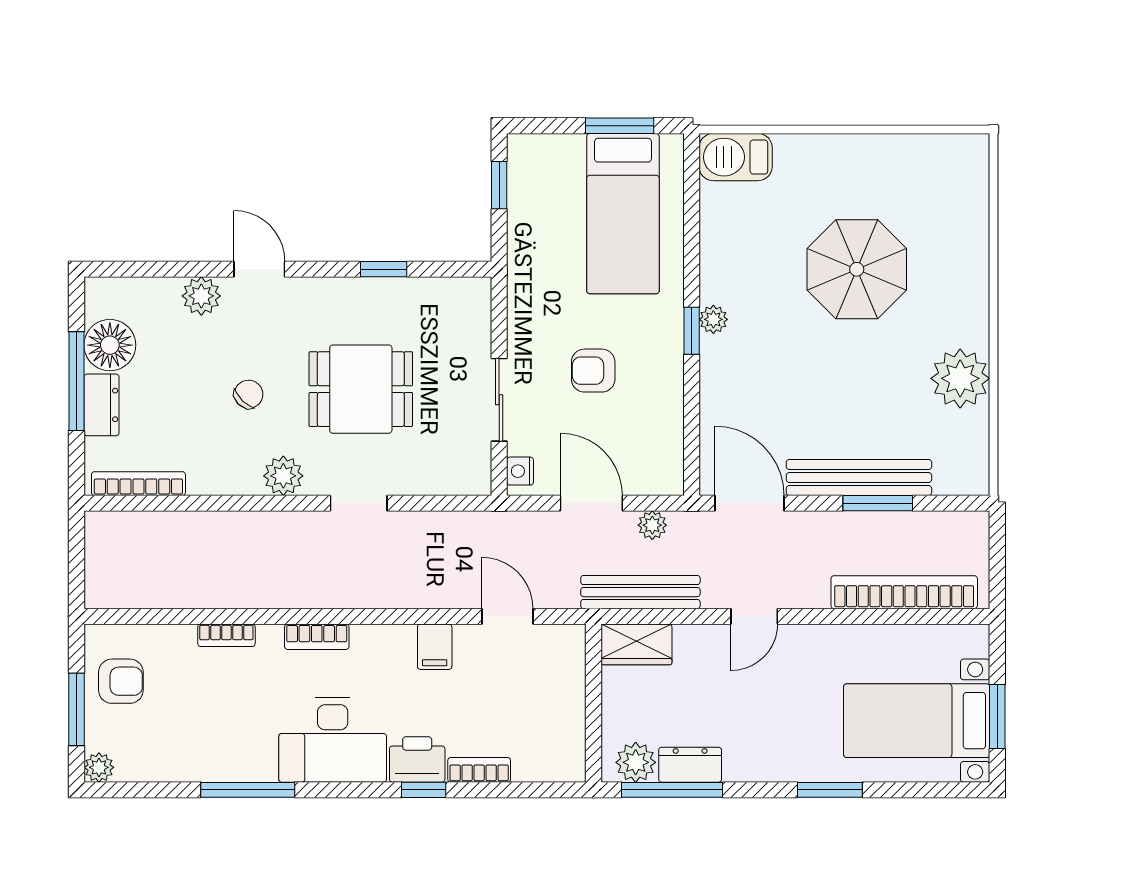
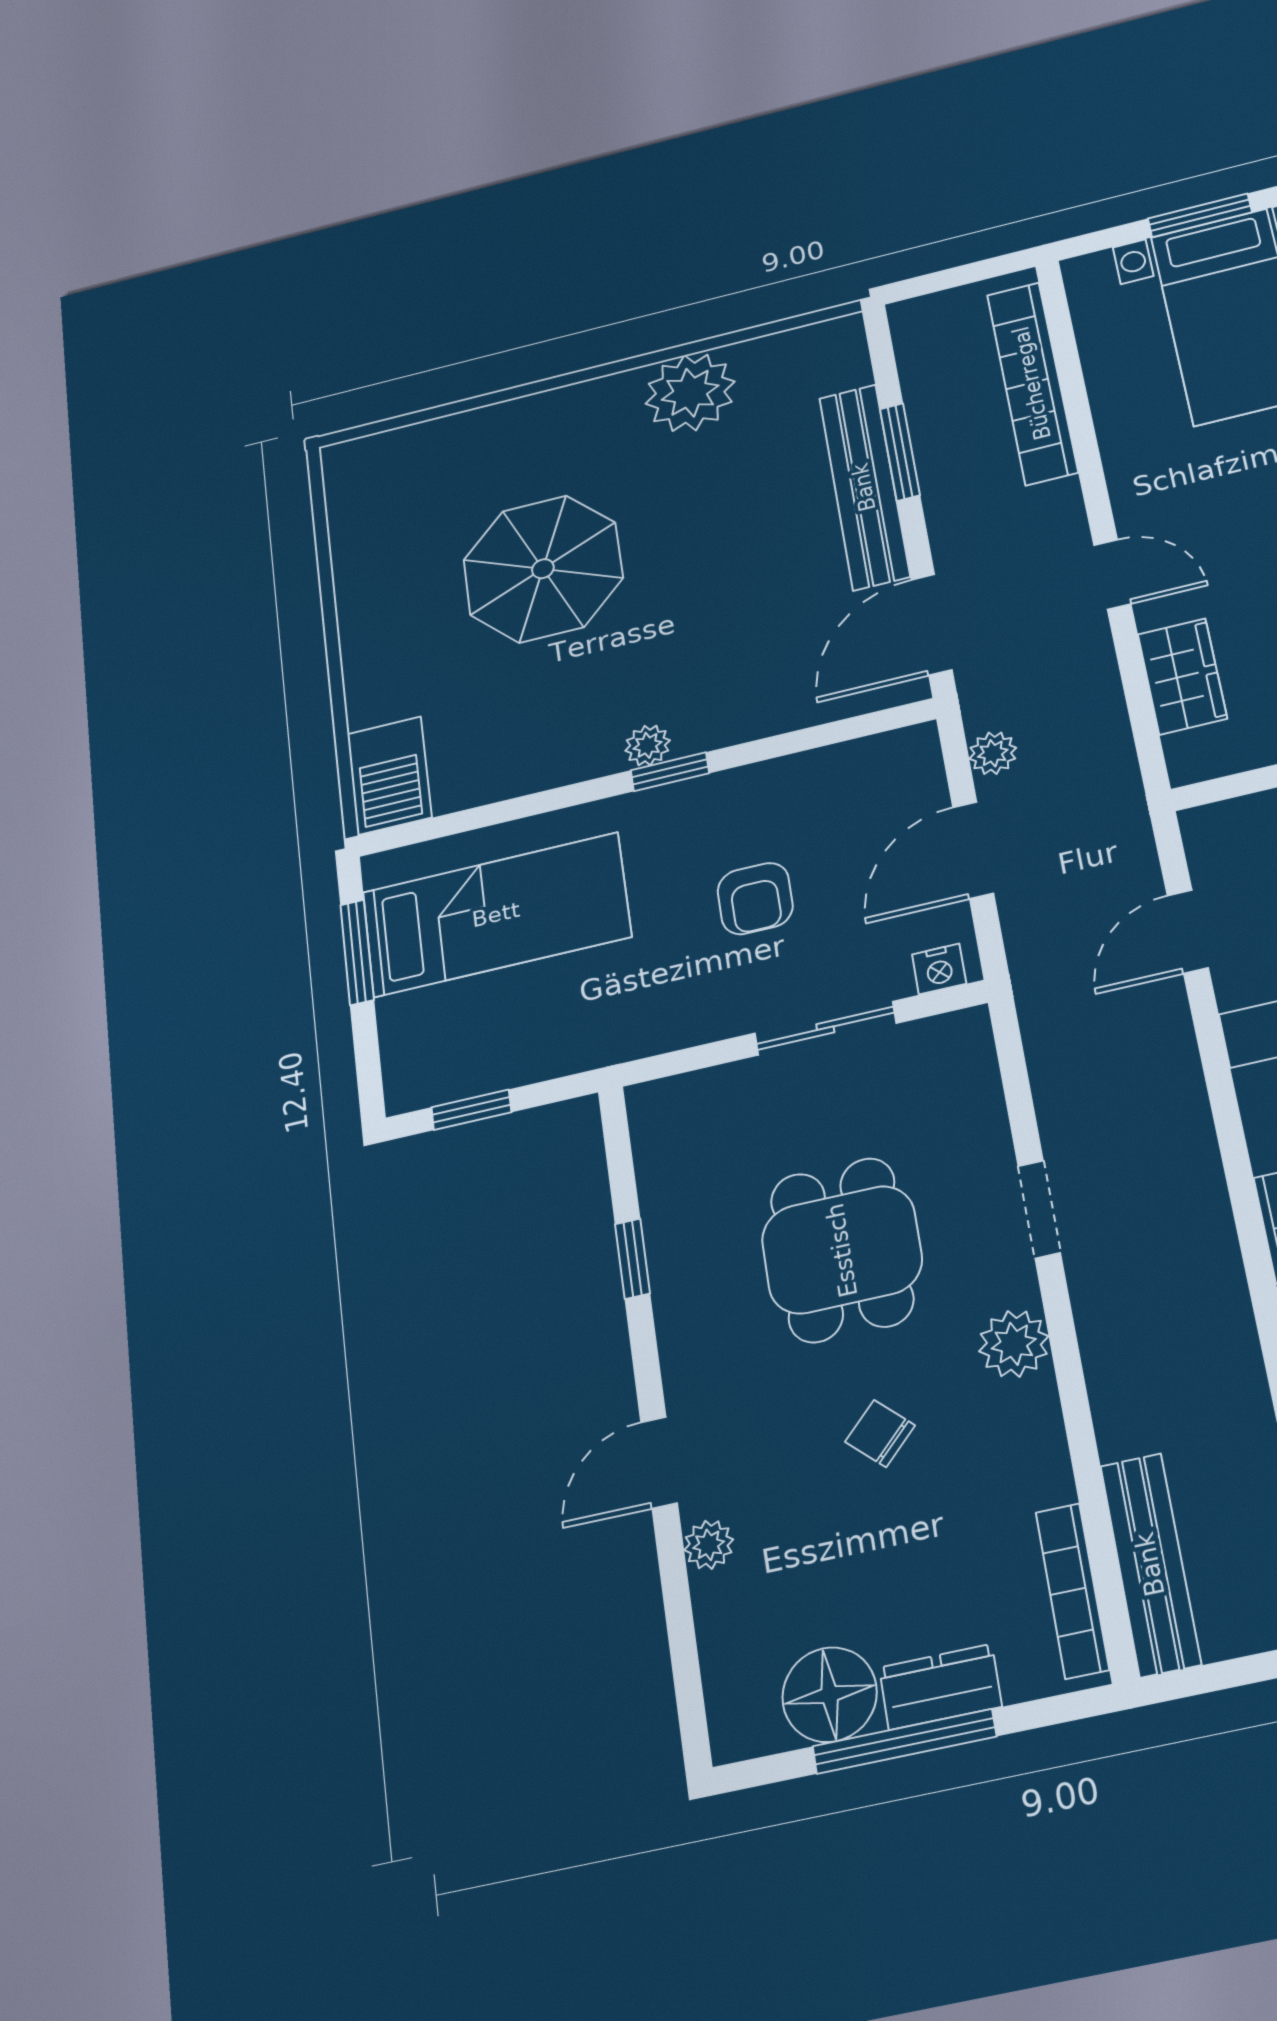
plant: (201, 296) -> (709, 1545), width x0.73, depth x0.73
bench: (640, 592) -> (1150, 1564), moved
wardrobe: (636, 644) -> (1182, 676), moved

